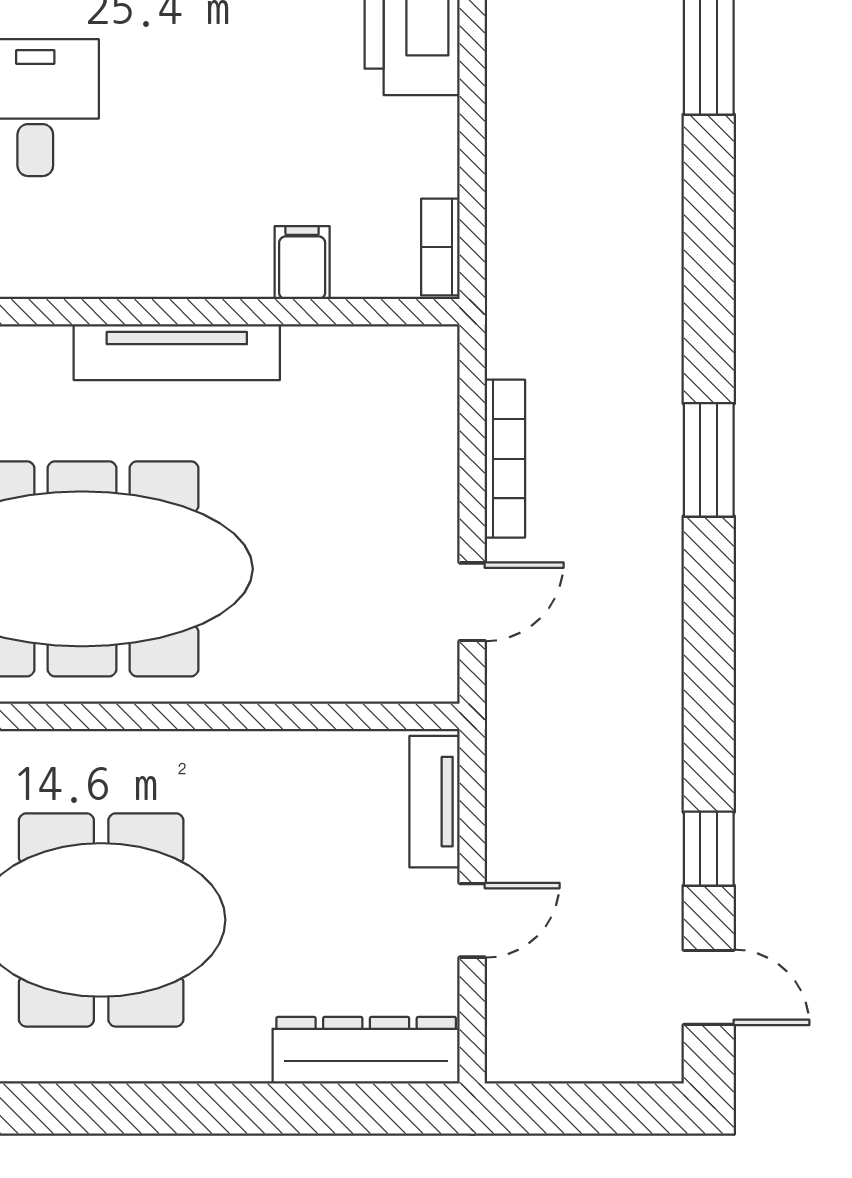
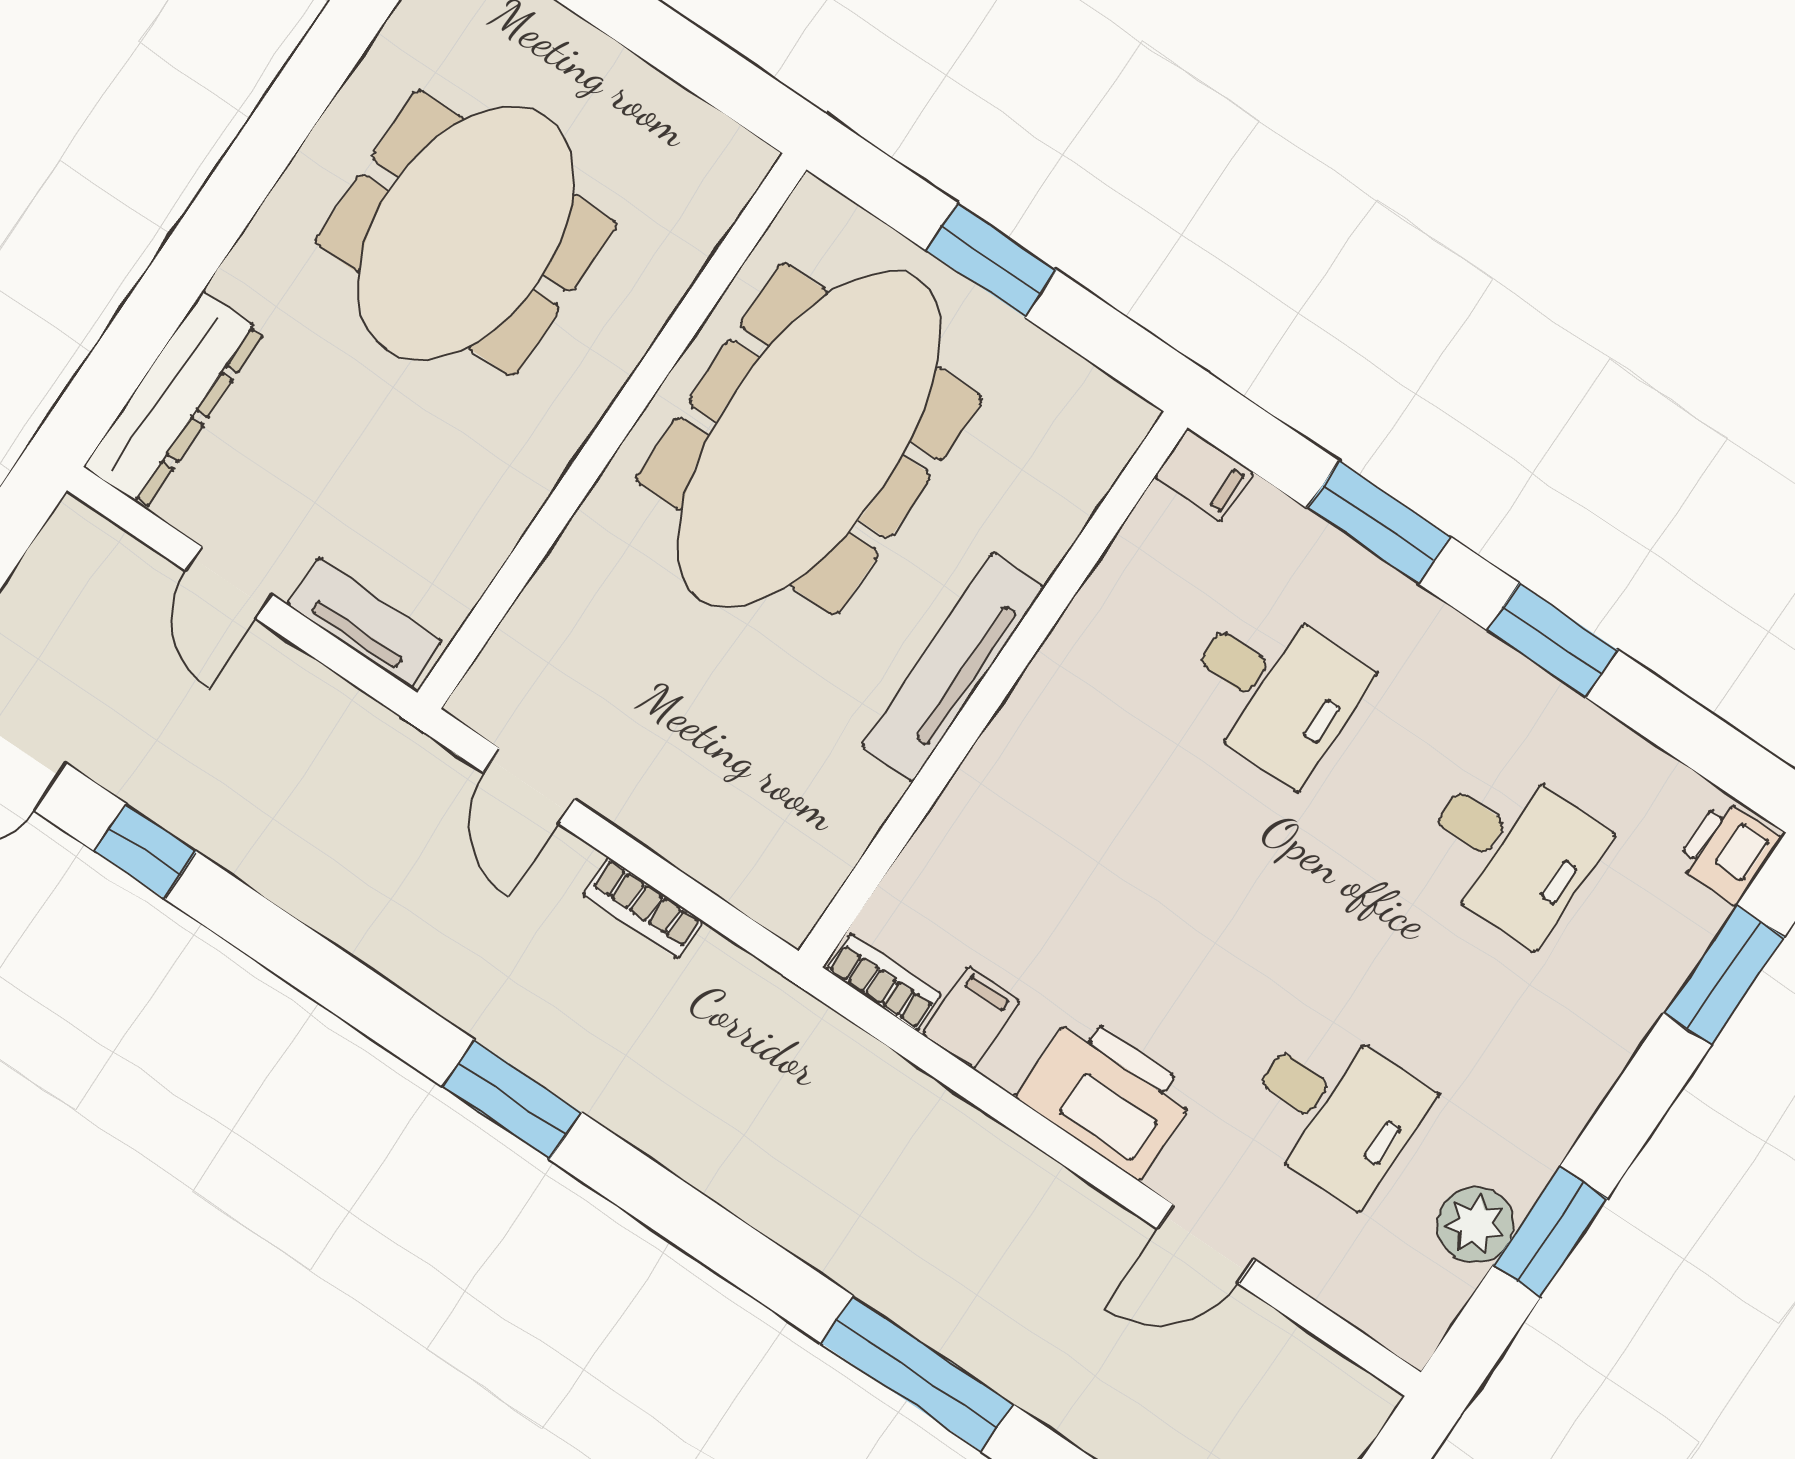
filing cabinet: (302, 263) -> (971, 1018), moved, turned -90
bookcase: (505, 459) -> (643, 908), width x0.64

